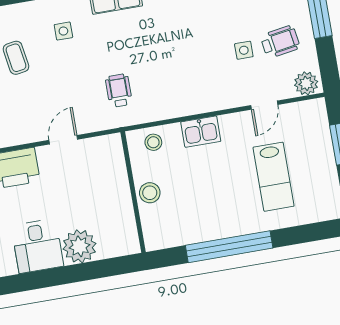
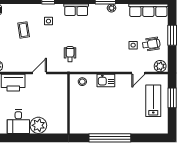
lab bench: (274, 177) -> (153, 101), moved, turned 180
stool: (150, 193) -> (76, 106), removed

